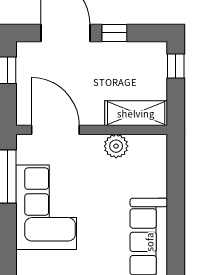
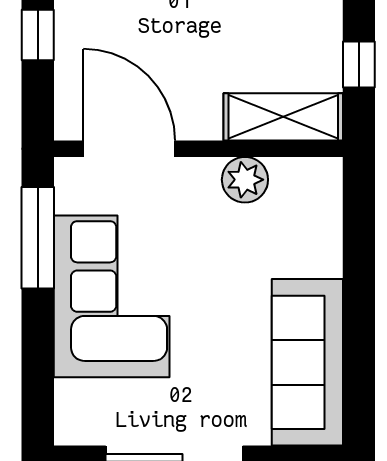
window: (176, 66) -> (359, 64), moved

